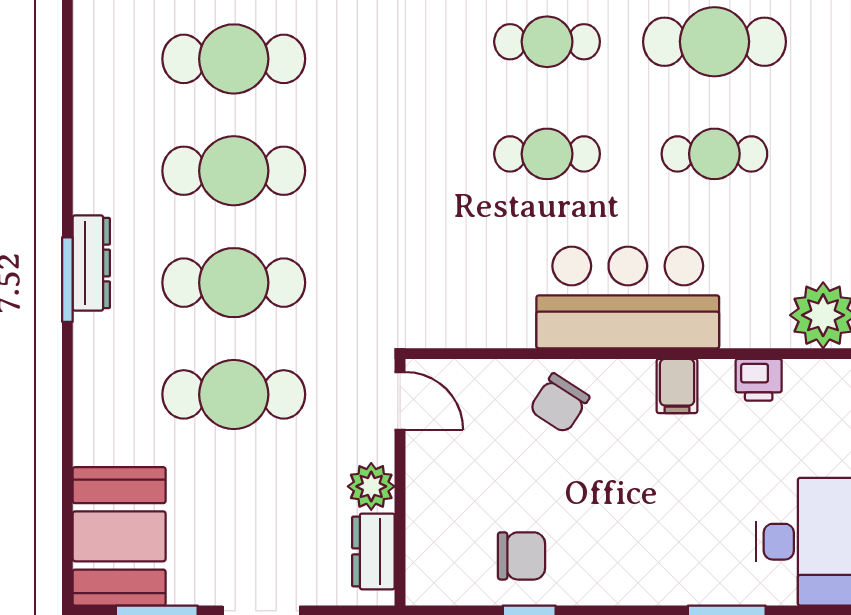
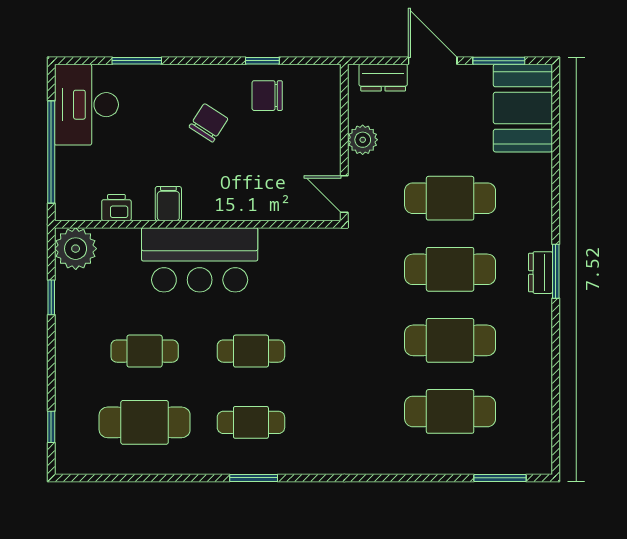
dresser: (91, 263) -> (541, 273), width x0.70
chair: (559, 403) -> (209, 123), moved
dresser: (373, 551) -> (383, 78), moved, turned 90

